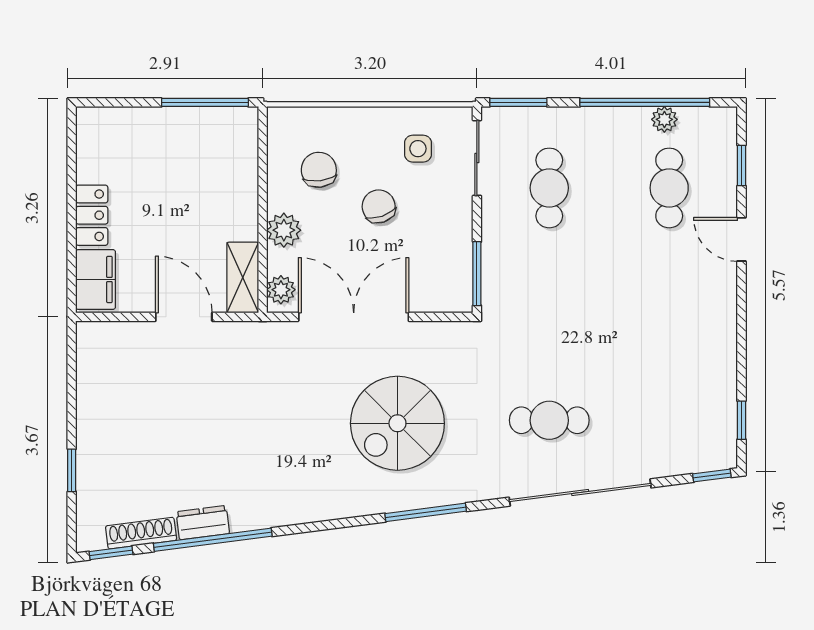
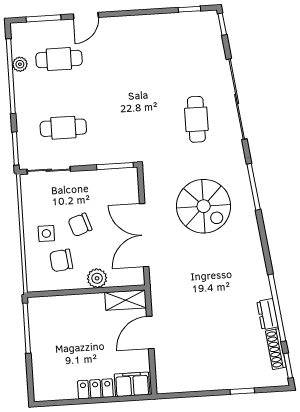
side table: (418, 149) -> (46, 233), moved
window: (741, 166) -> (43, 18), width x1.50
plant: (281, 290) -> (131, 278), removed

